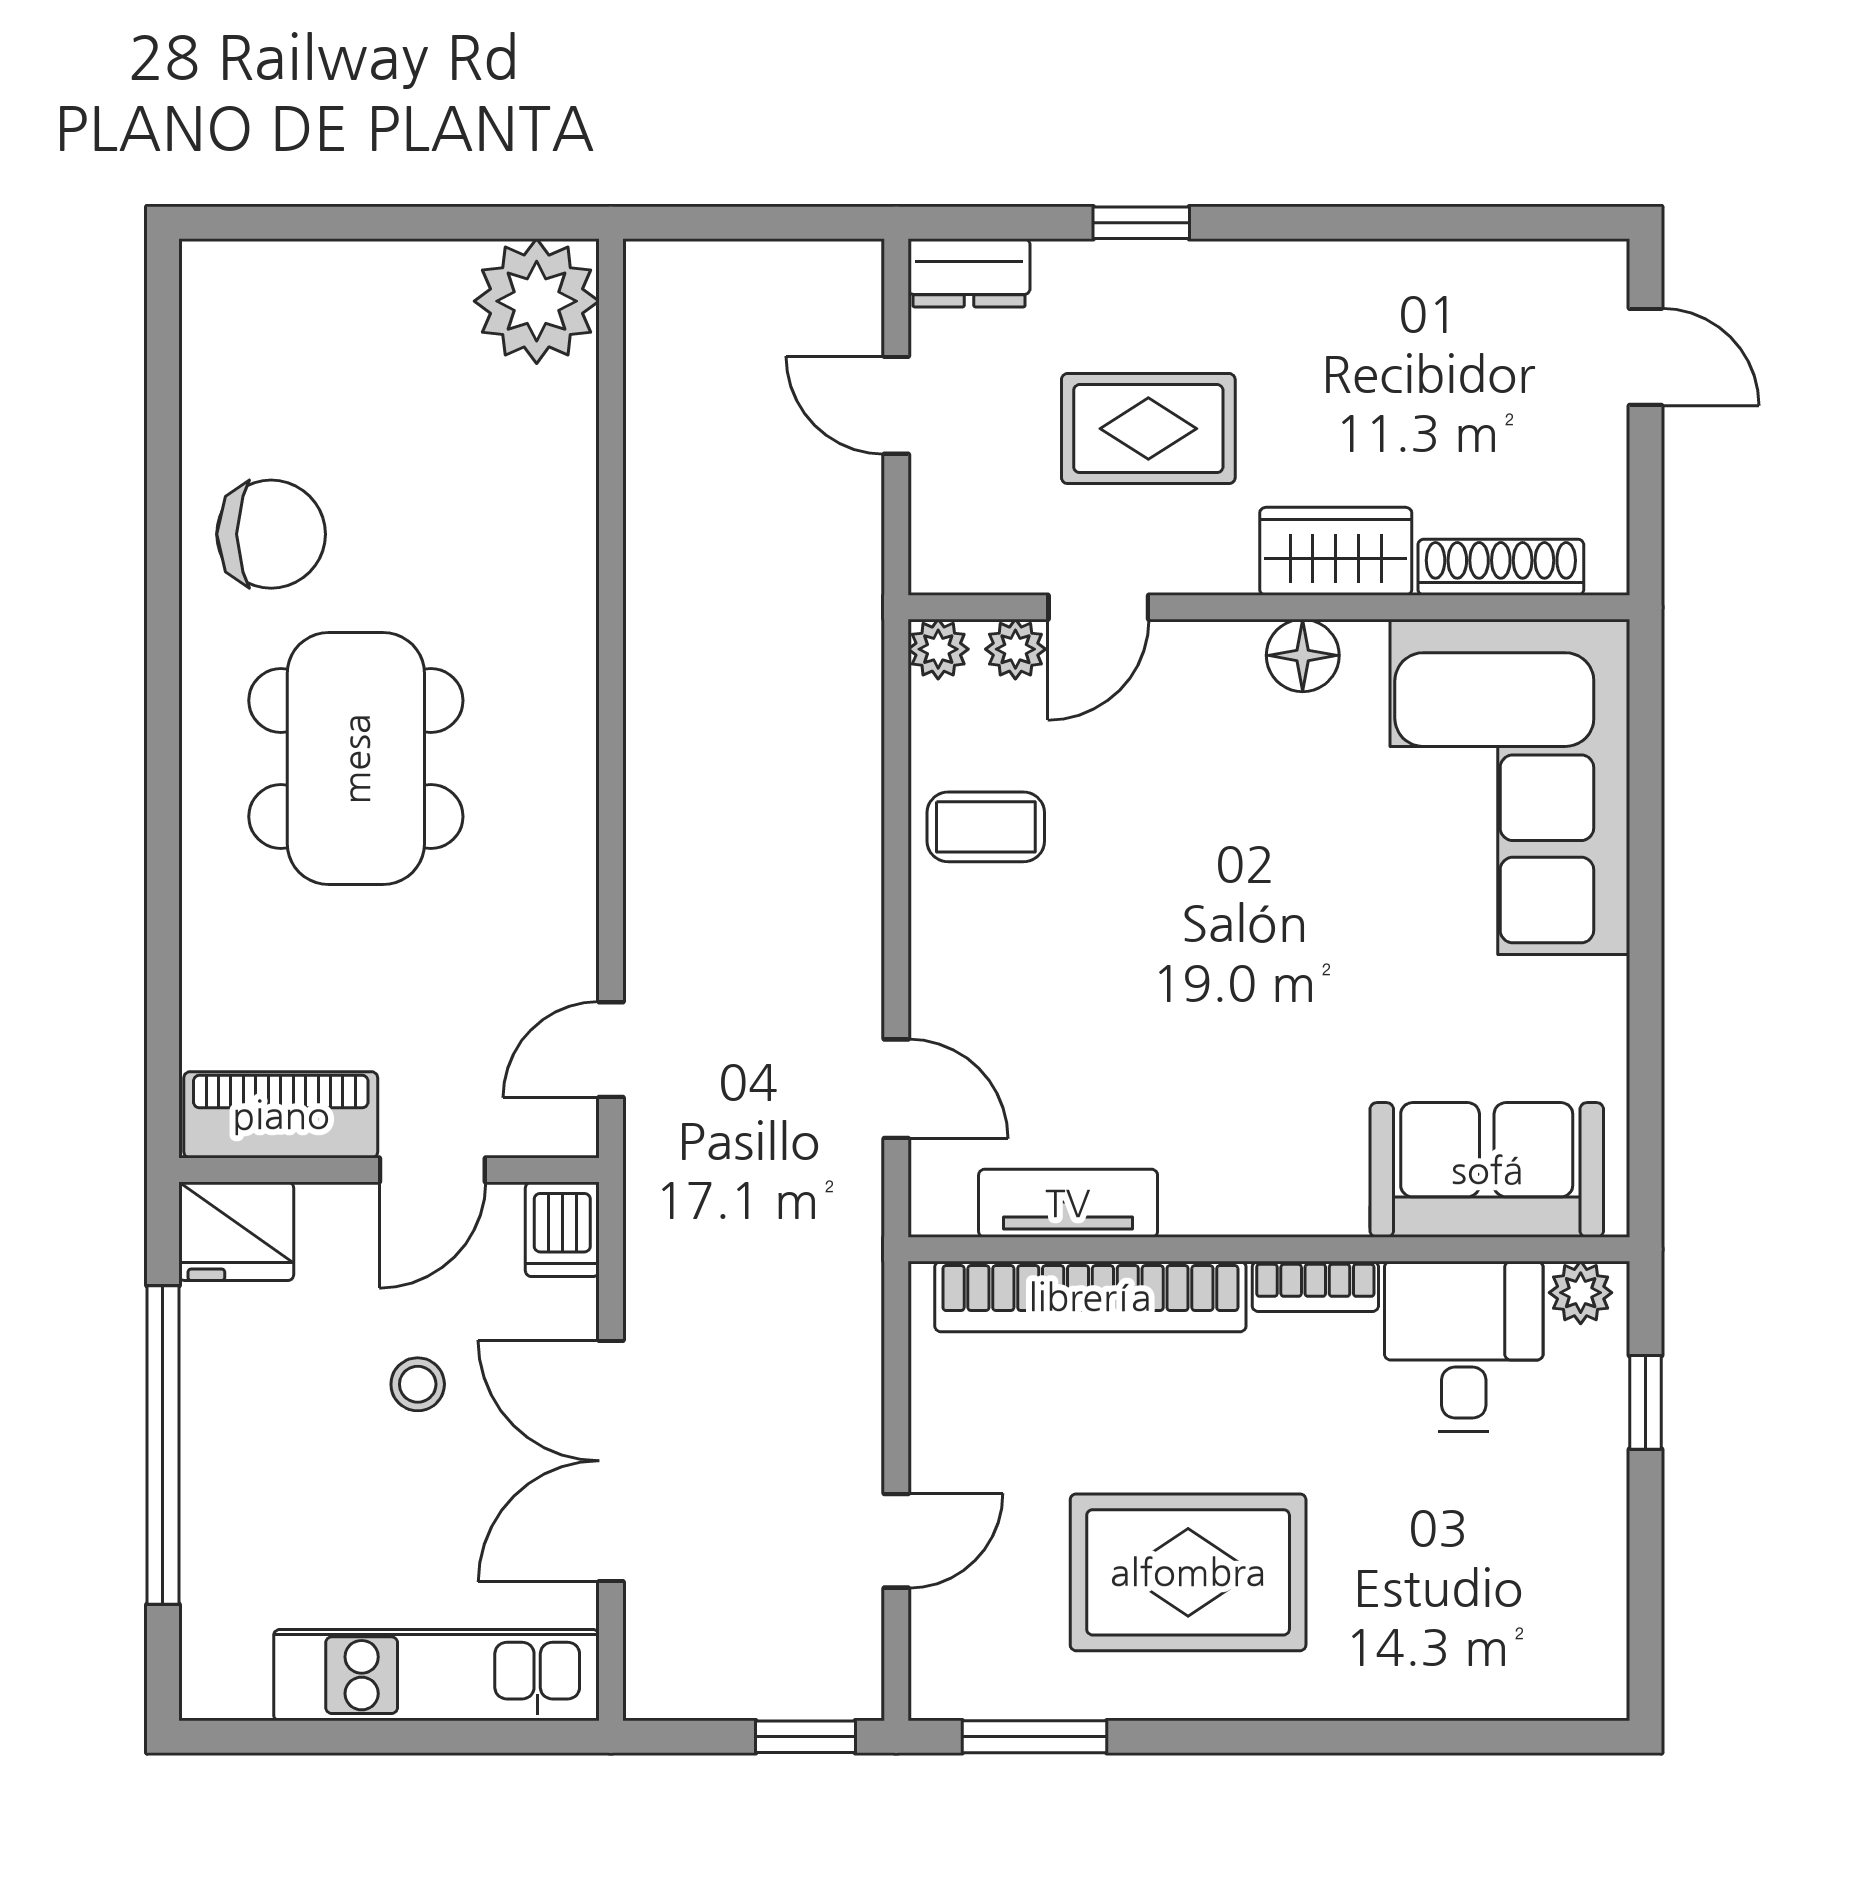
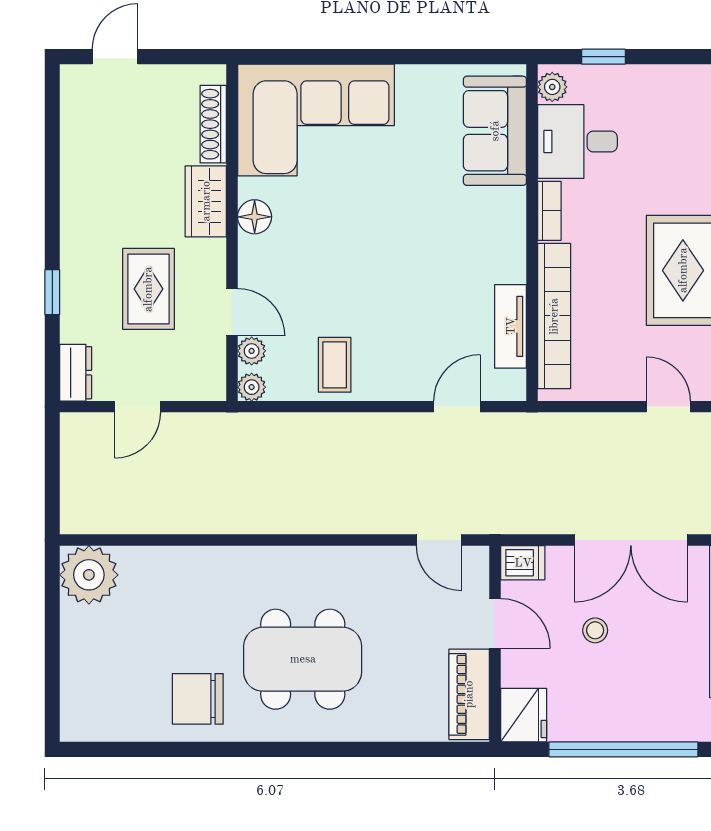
chair: (271, 534) -> (198, 699), turned -90

